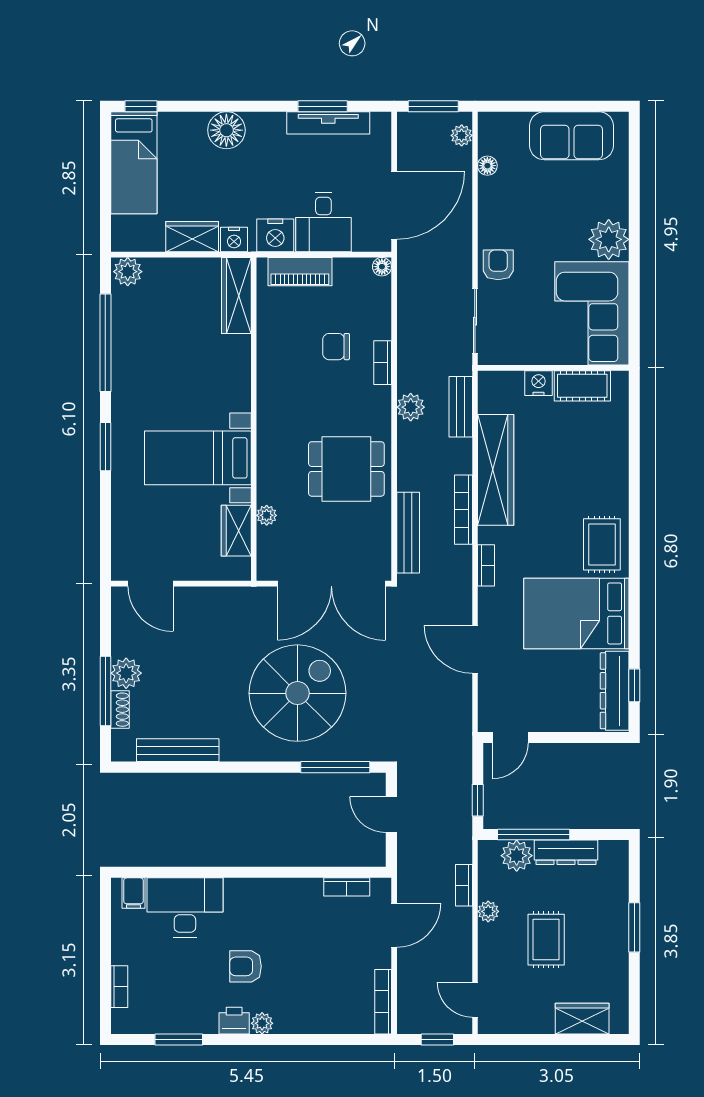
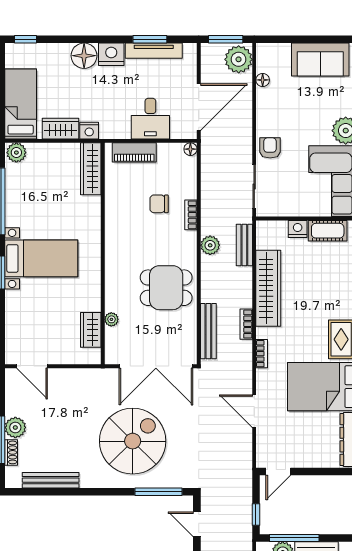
plant: (462, 135) -> (239, 59), width x1.87, depth x1.87
bed: (134, 163) -> (21, 104), moved, turned 180
nightstand: (275, 235) -> (111, 54), moved, turned 180
bed with nightstands: (198, 458) -> (41, 258), moved, turned 180
bookcase: (463, 510) -> (246, 324), width x0.64

